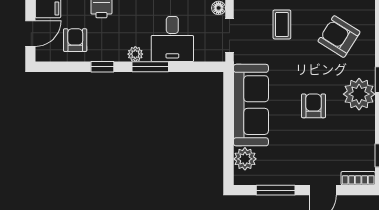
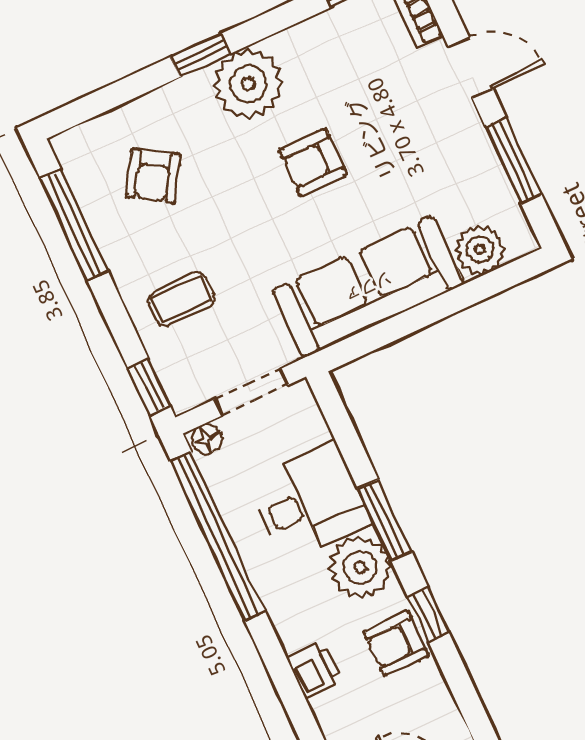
armchair: (339, 37) -> (153, 176), width x0.72, depth x0.72
armchair: (75, 40) -> (396, 643), moved
plant: (135, 54) -> (360, 567), width x1.87, depth x1.87

